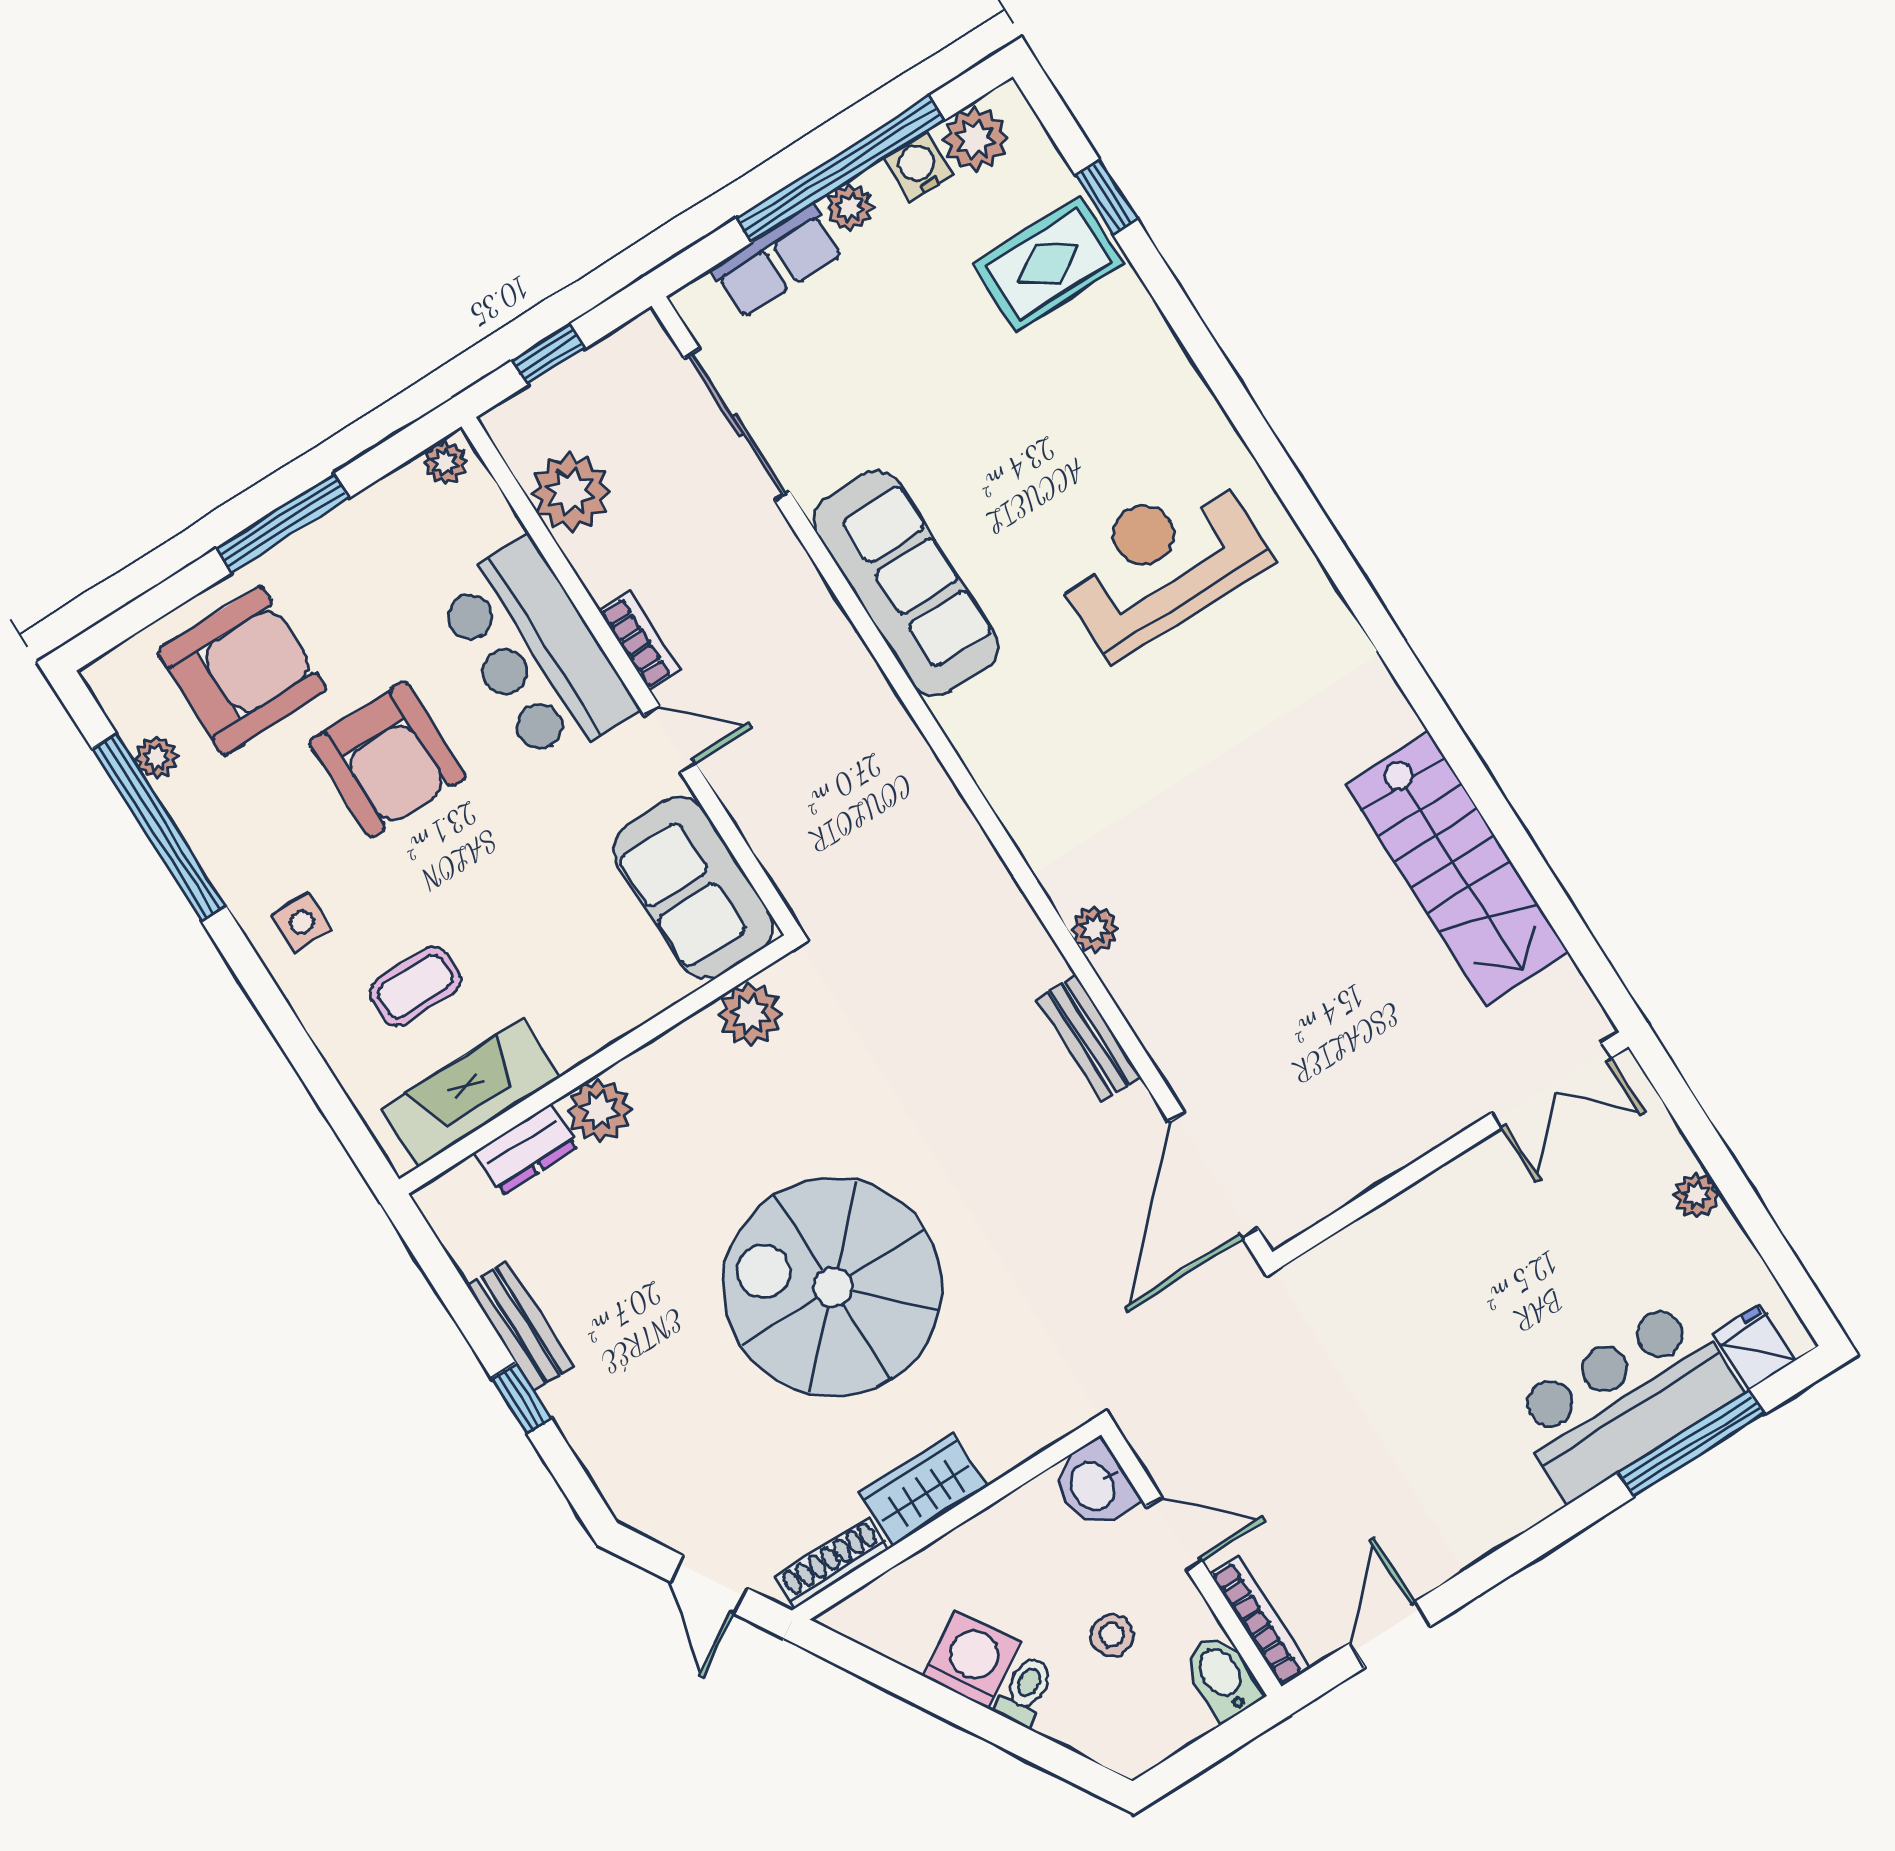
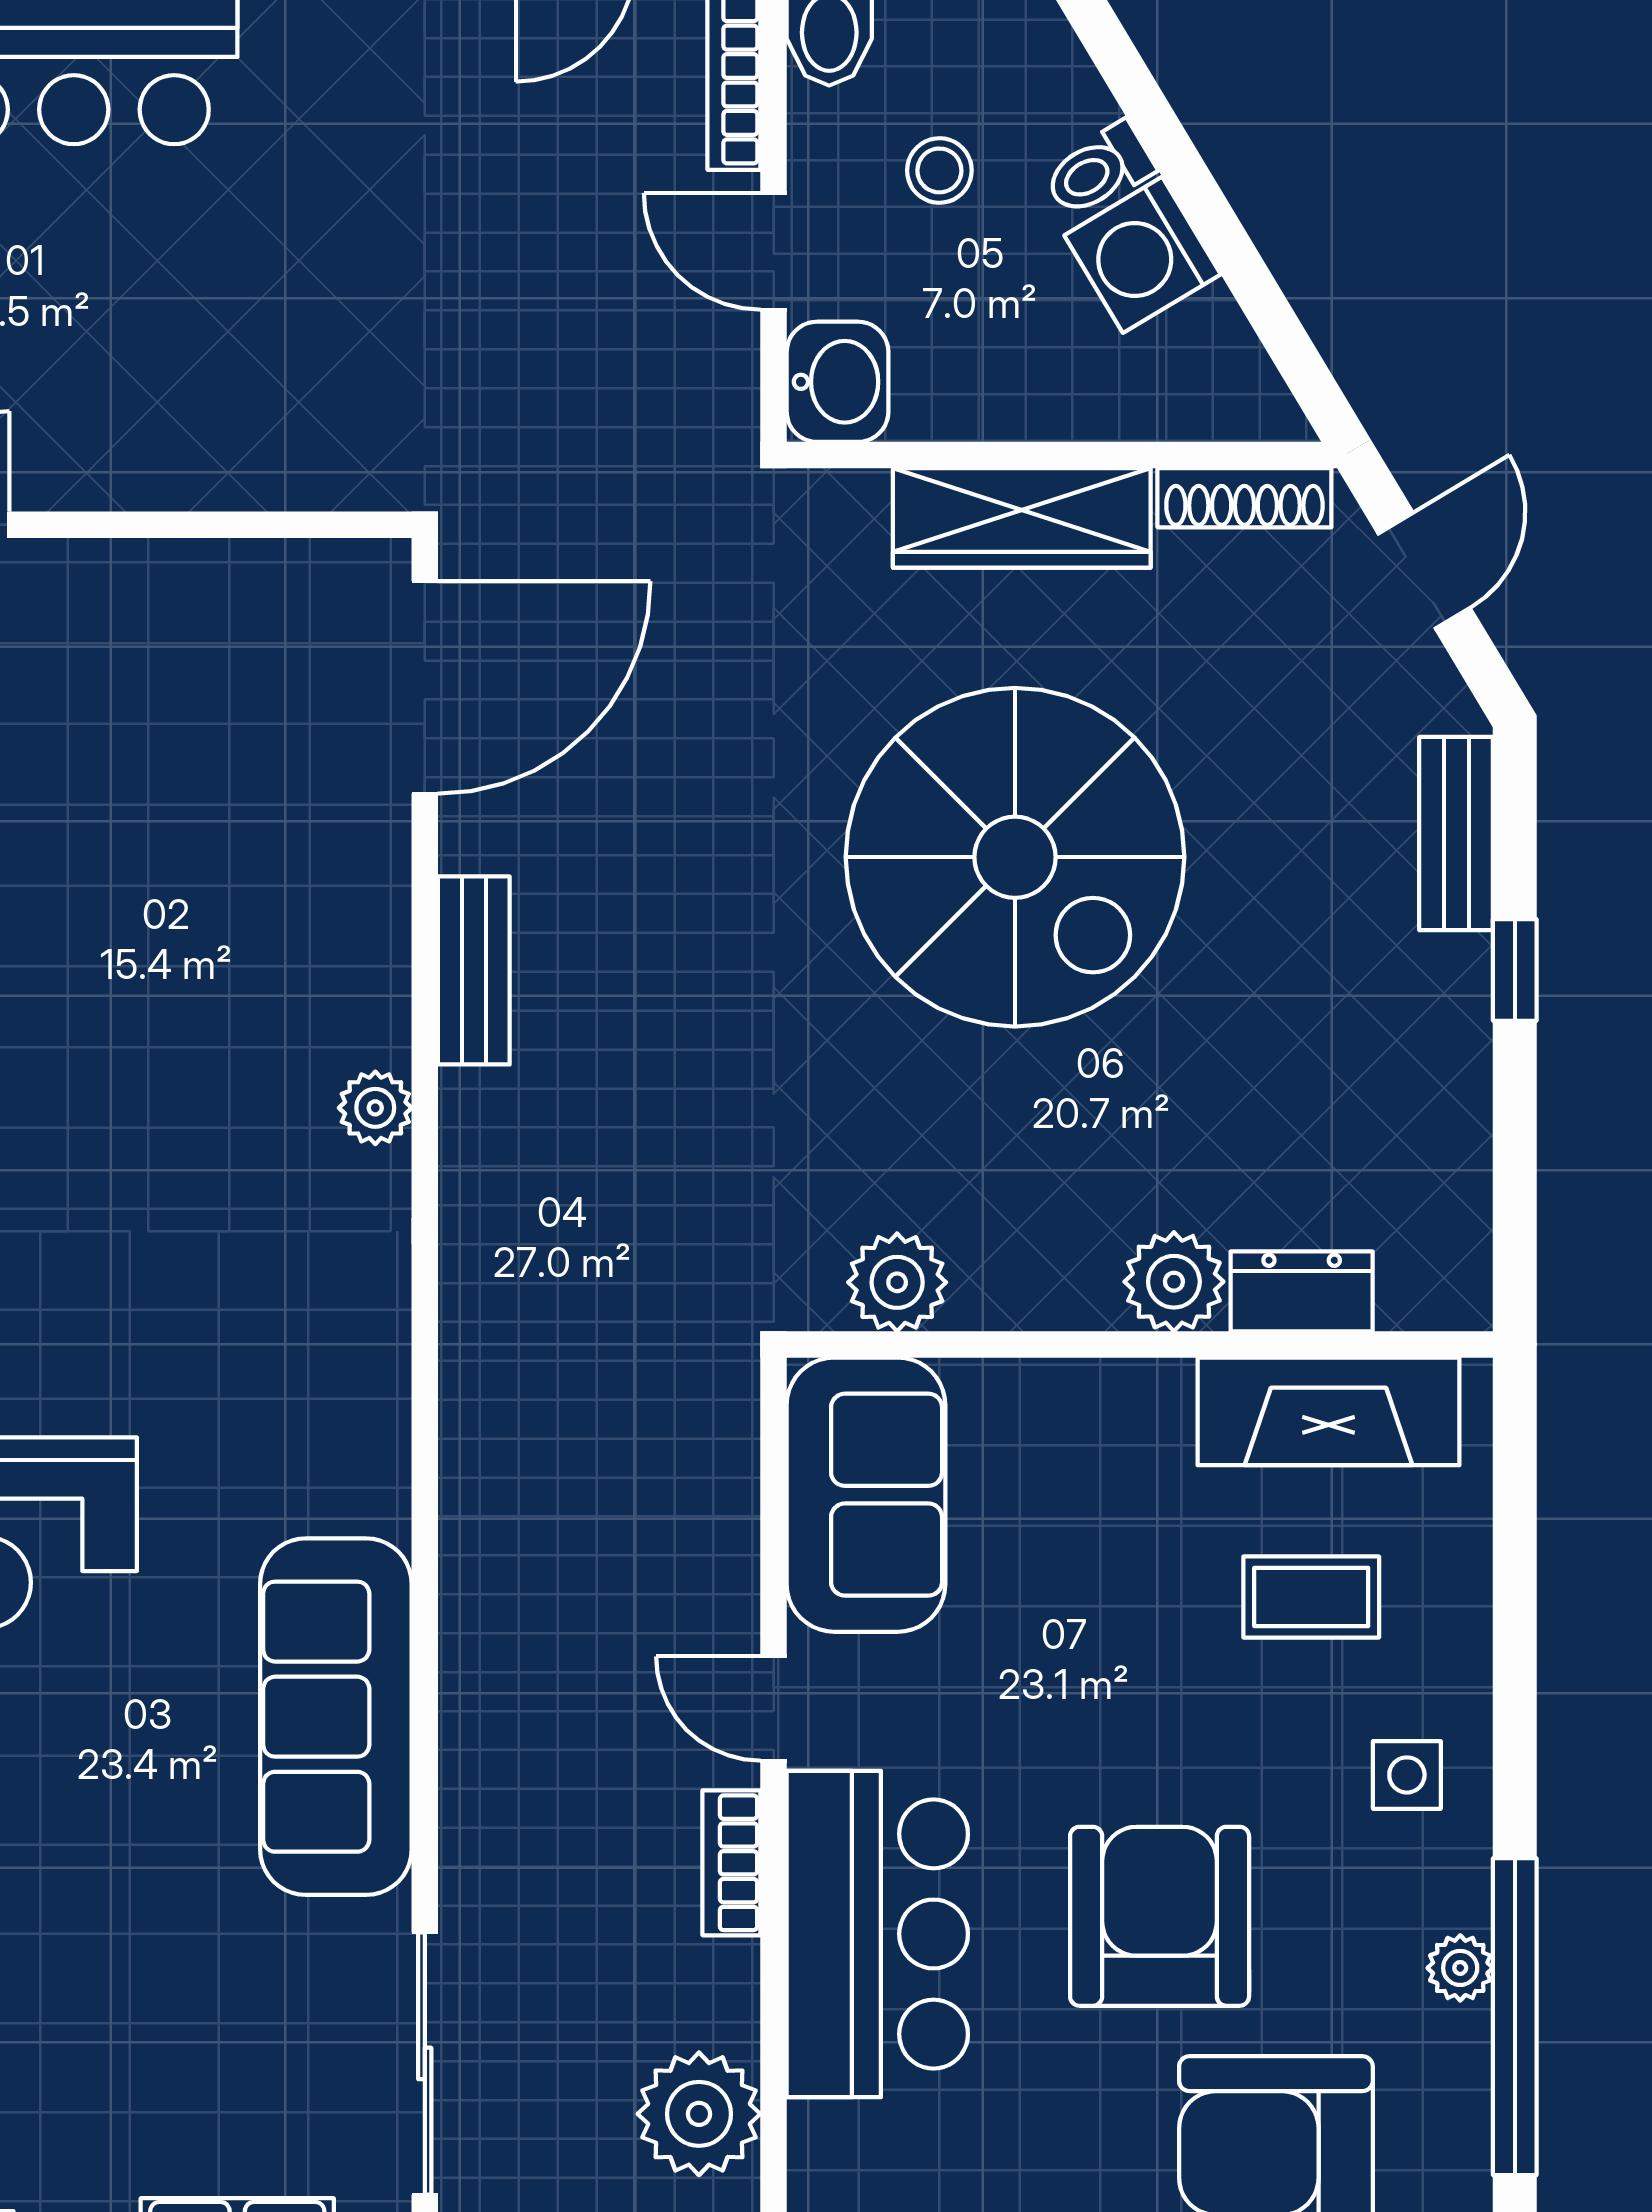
plant: (156, 758) -> (1460, 1968), moved
bench: (520, 1326) -> (1456, 834), moved
wardrobe: (923, 1489) -> (1022, 518), width x1.50

